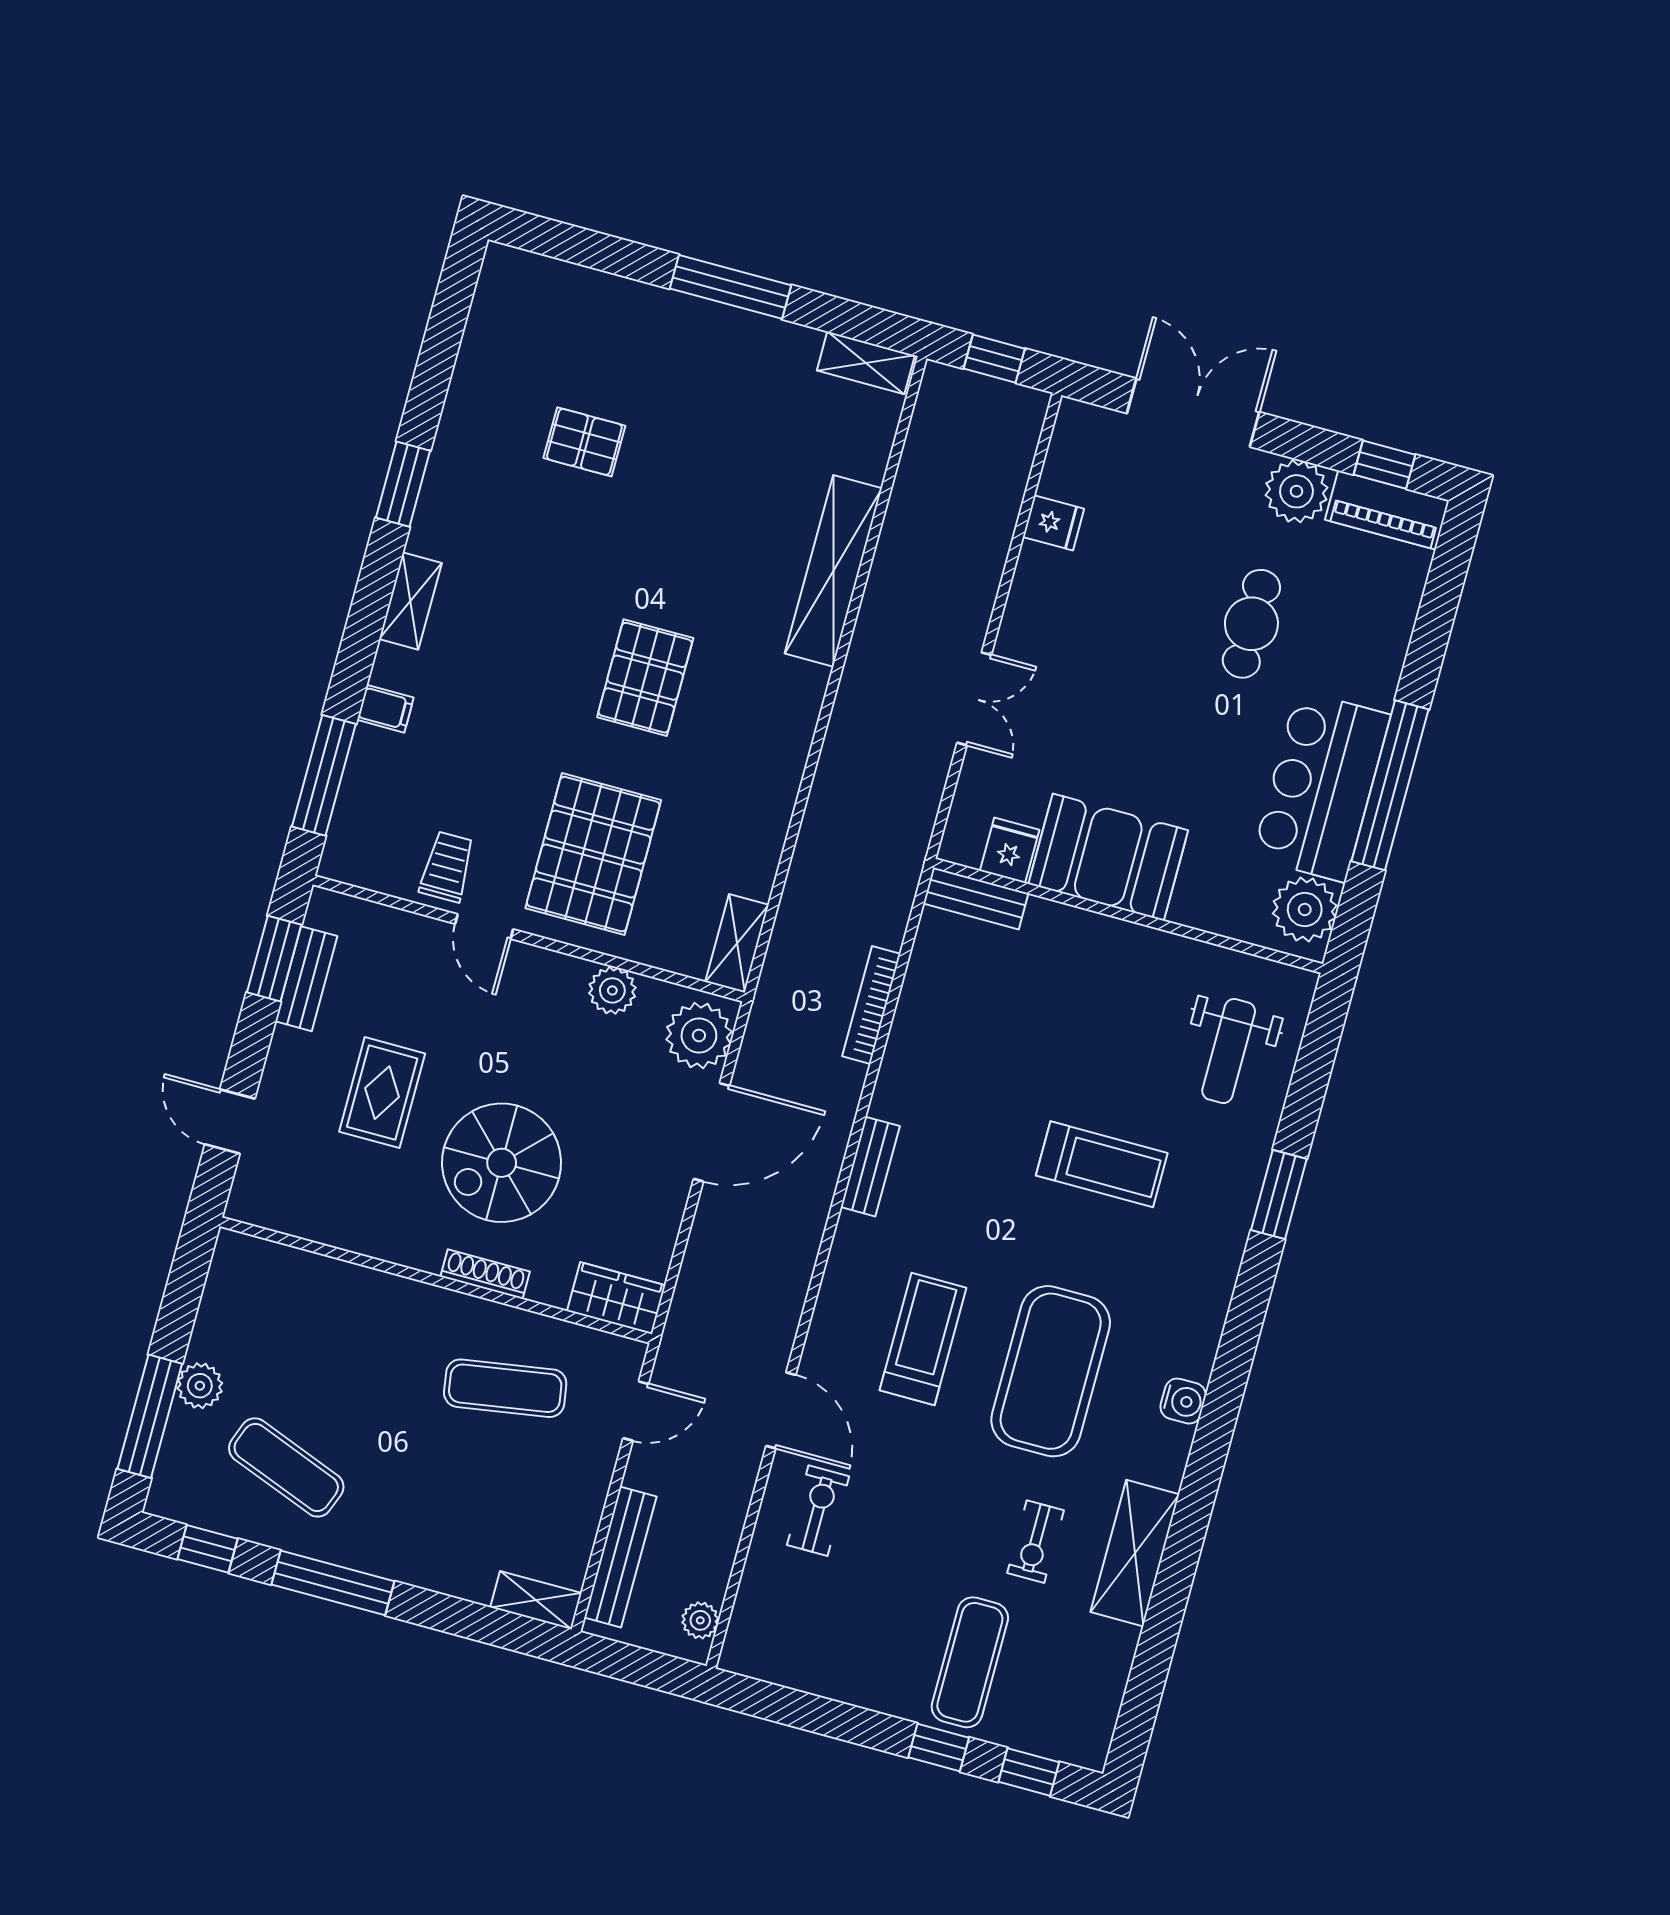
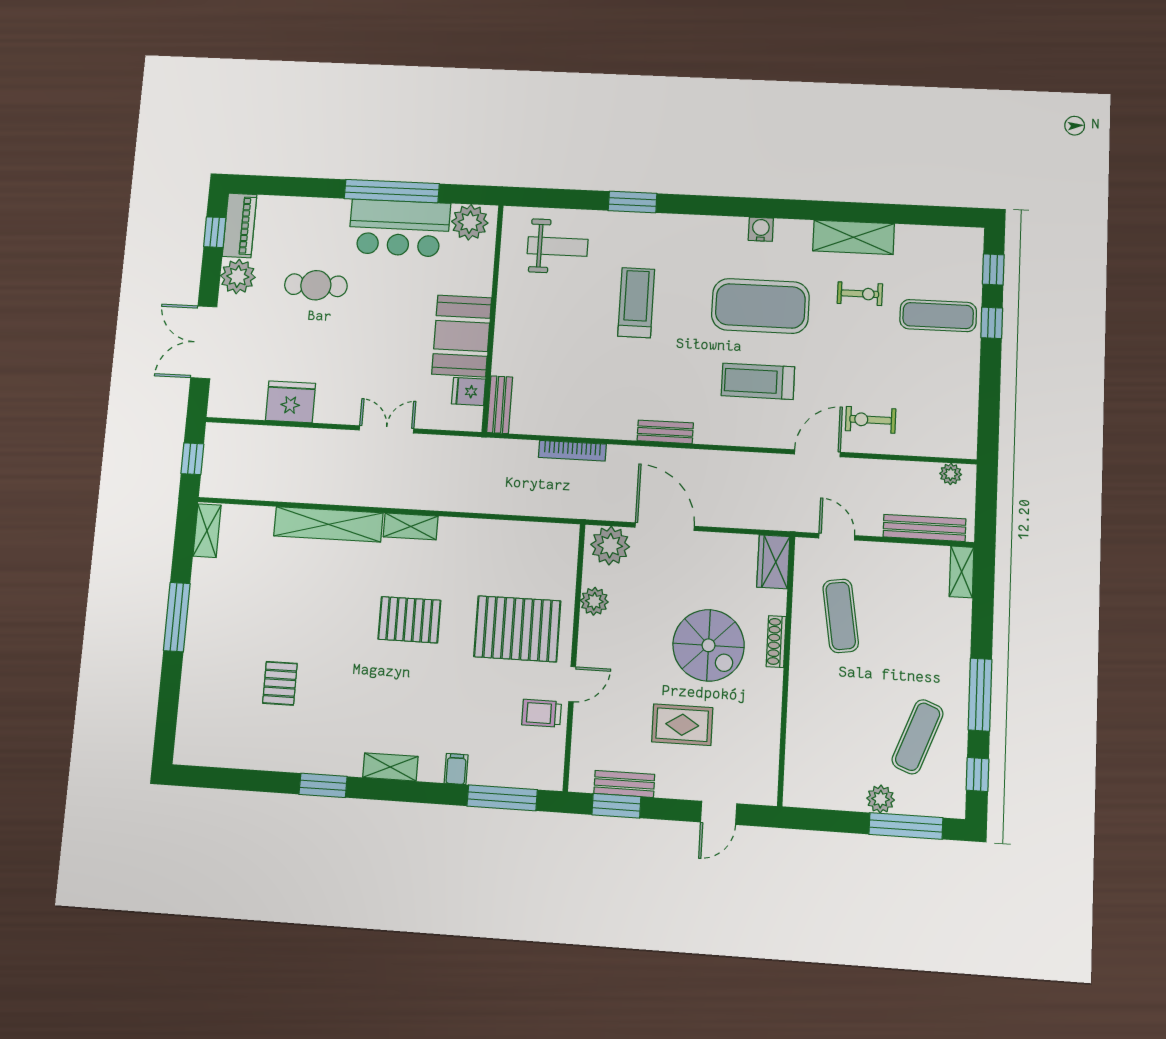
fridge: (1053, 523) -> (290, 402), width x1.88, depth x1.34
shelving: (737, 943) -> (411, 526), moved

